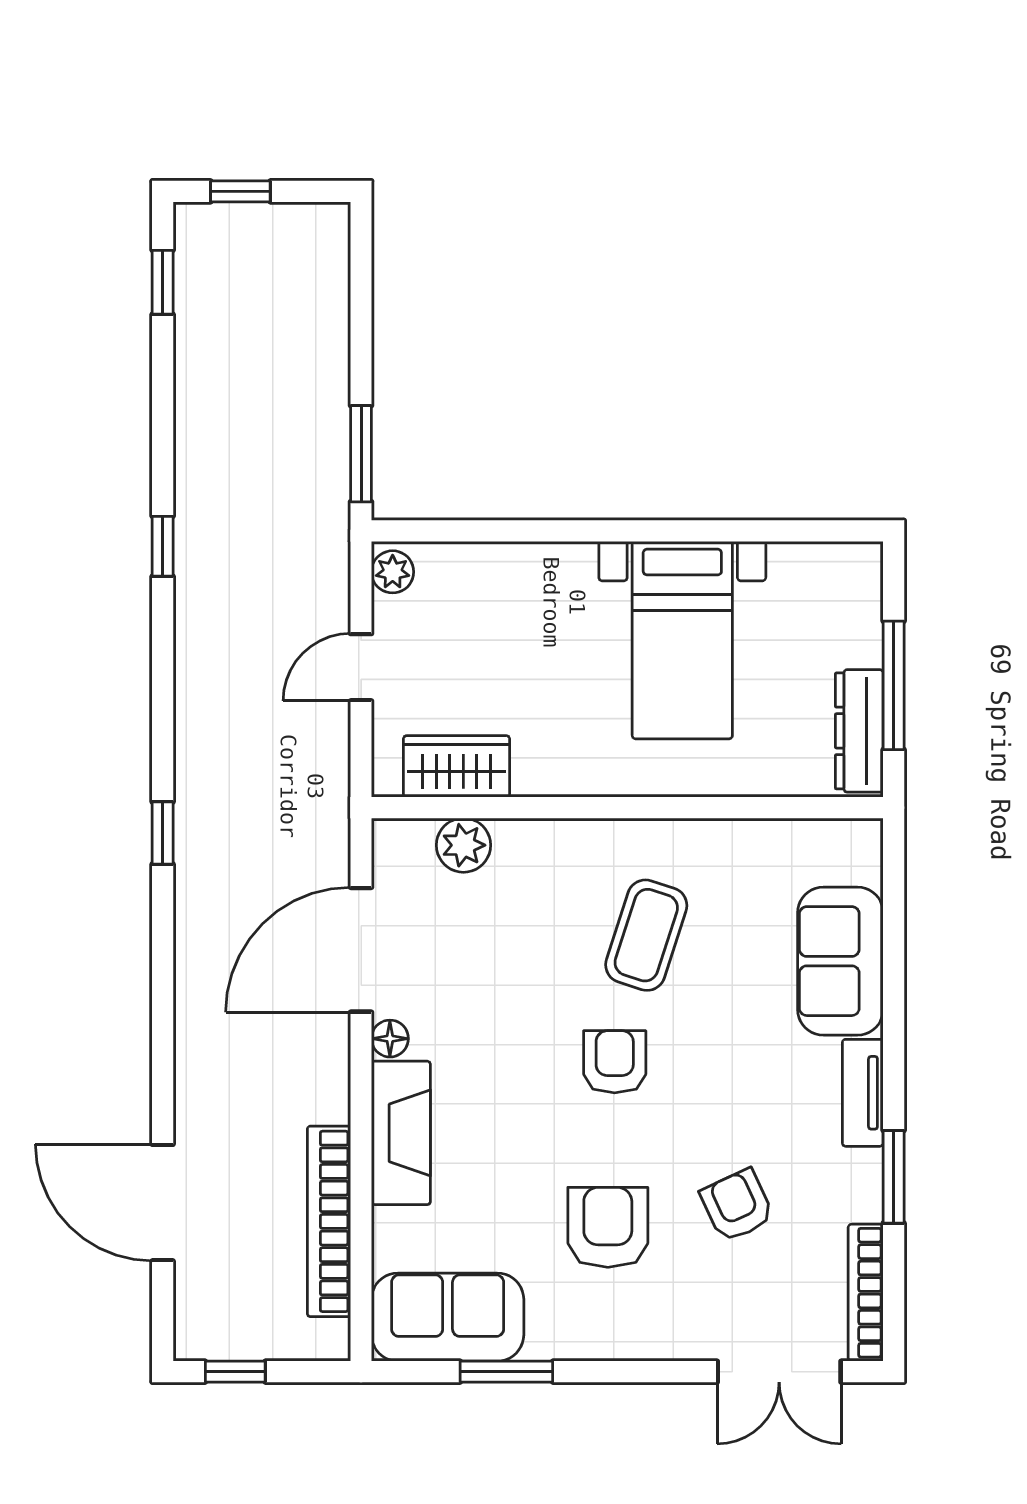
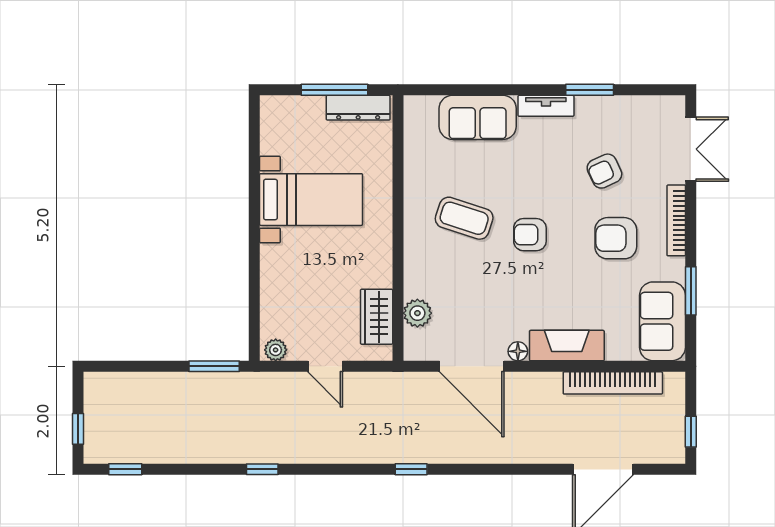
bookcase: (866, 1293) -> (676, 220), moved, turned 90

